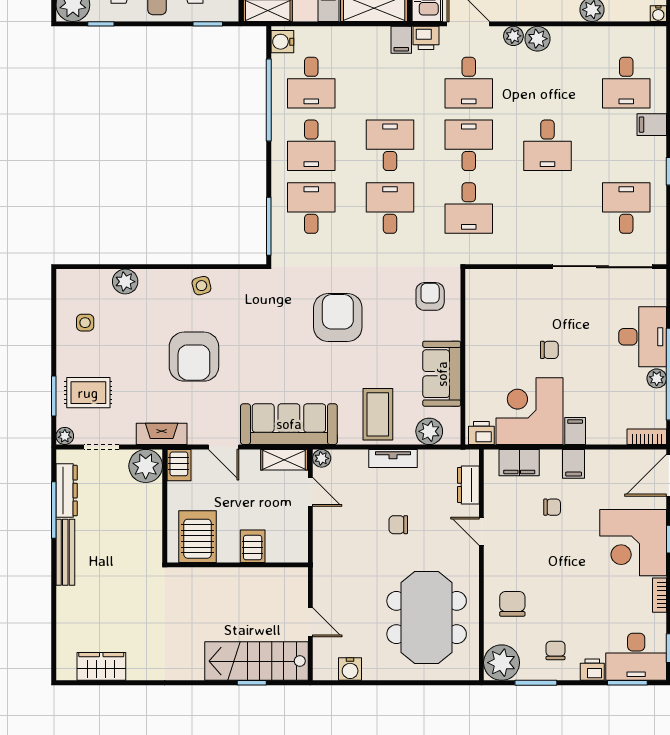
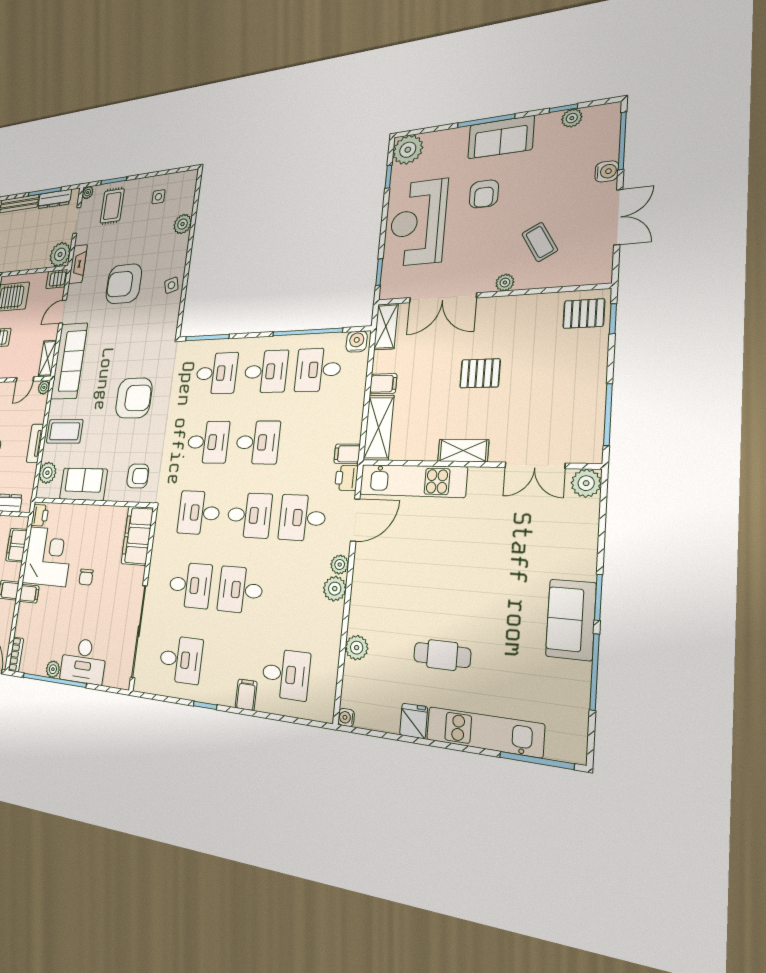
desk: (626, 83) -> (286, 674), turned 180
desk: (311, 145) -> (266, 372), turned 180
desk: (547, 208) -> (190, 585), added
filing cabinet: (498, 286) -> (137, 536), added

